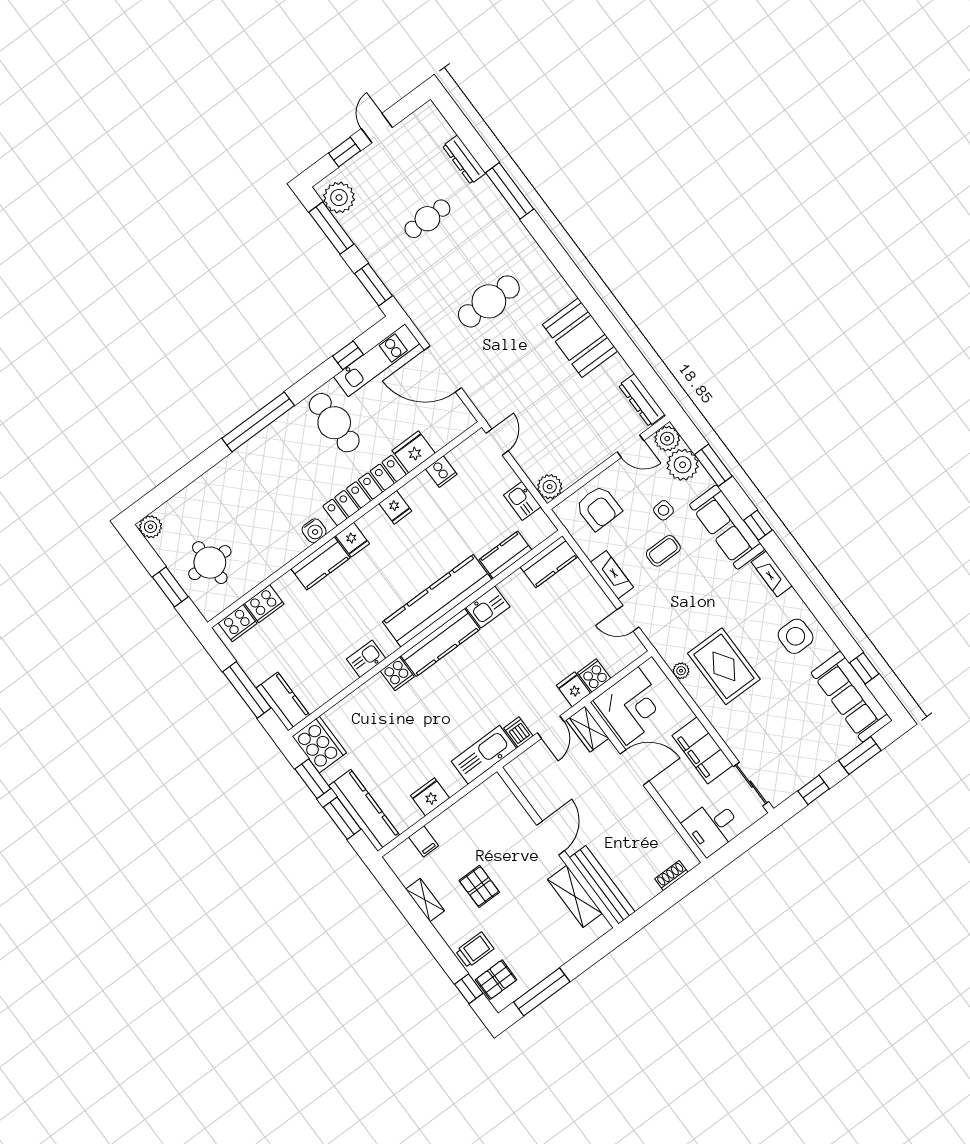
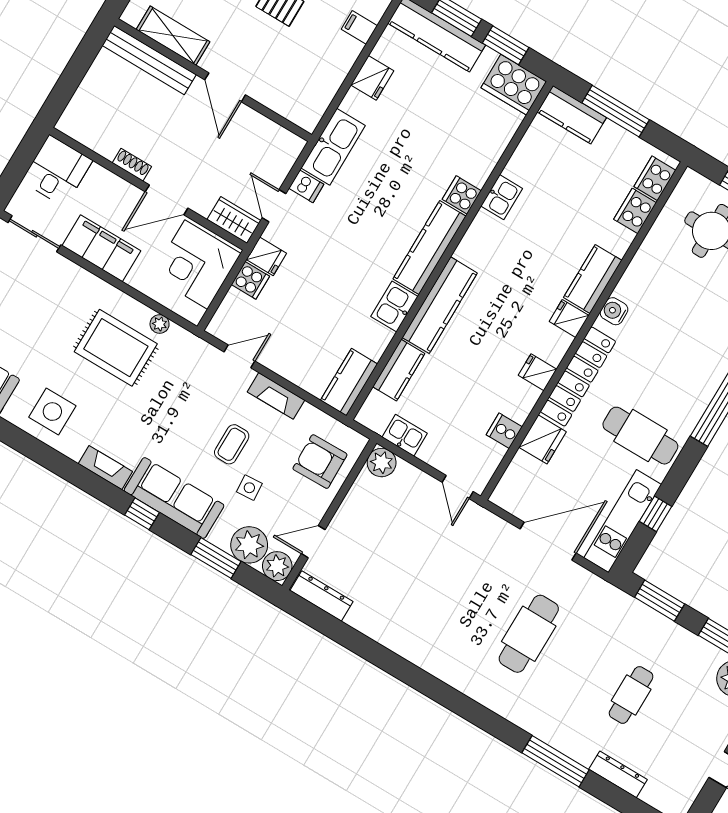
booth: (580, 338) -> (415, 635), removed
kitchen counter: (437, 601) -> (440, 305), width x0.72, depth x0.86
shoe rack: (671, 876) -> (132, 165), moved, turned -90

